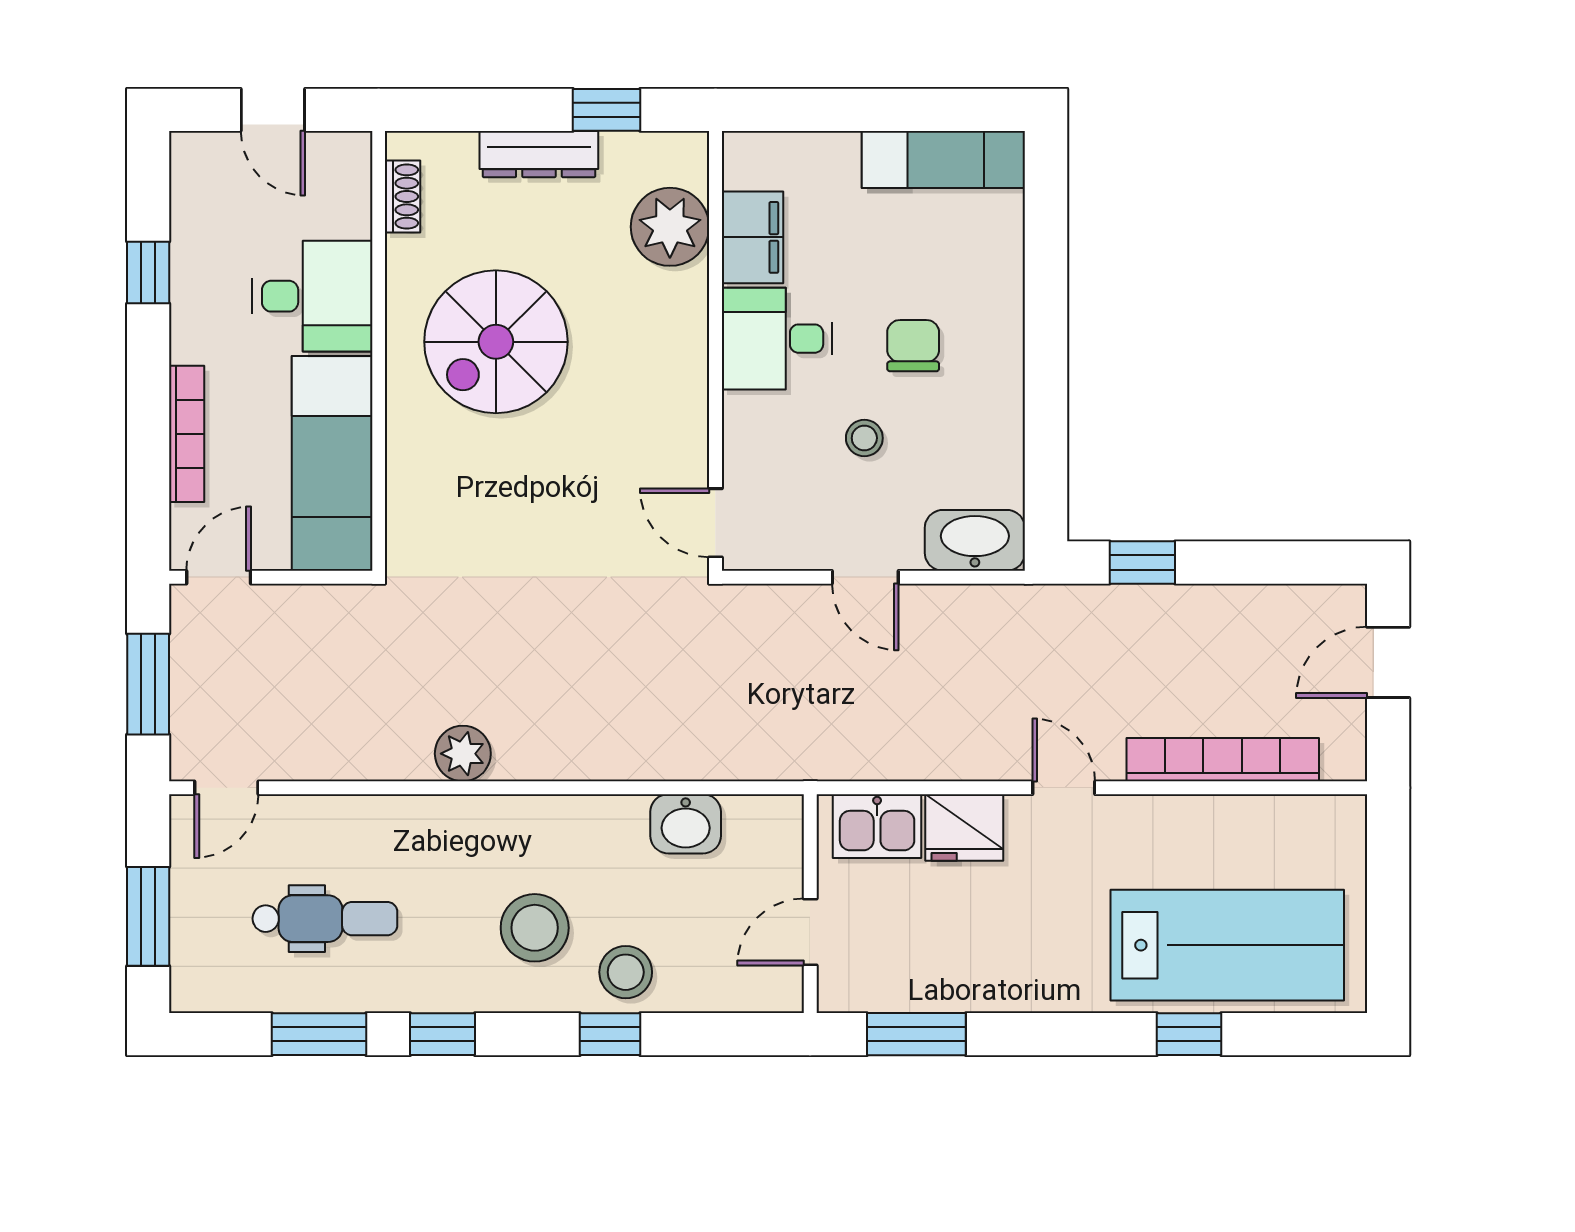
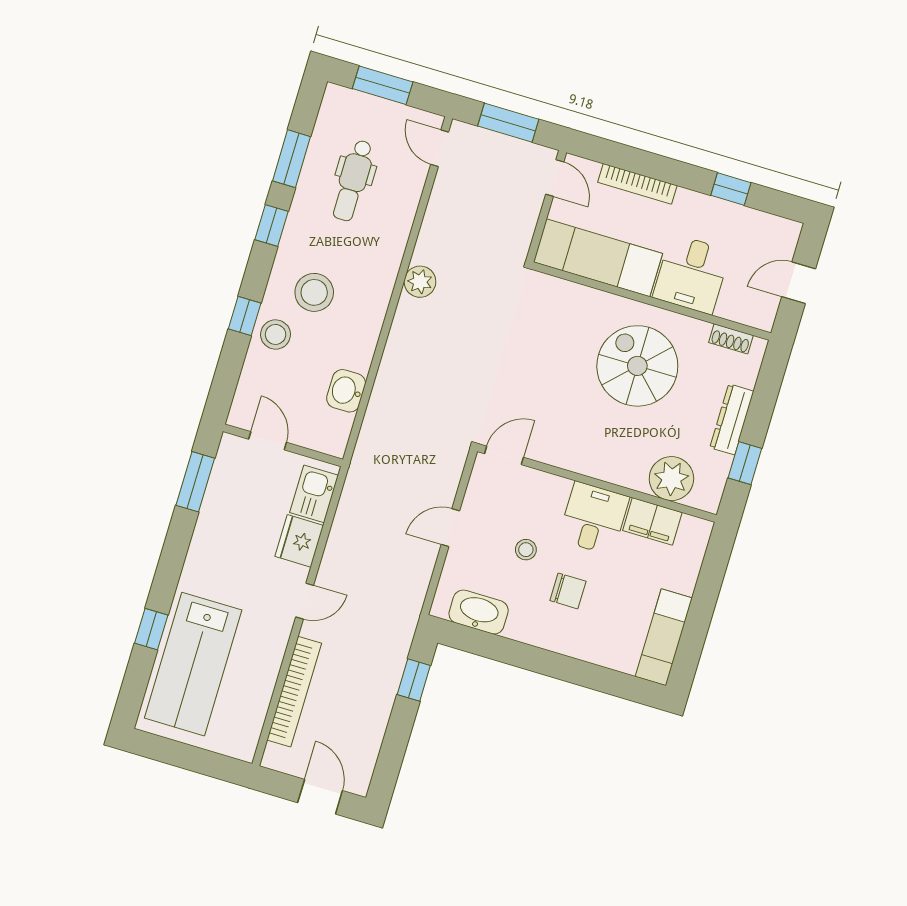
washbasin: (975, 540) -> (479, 612), moved, turned -90

